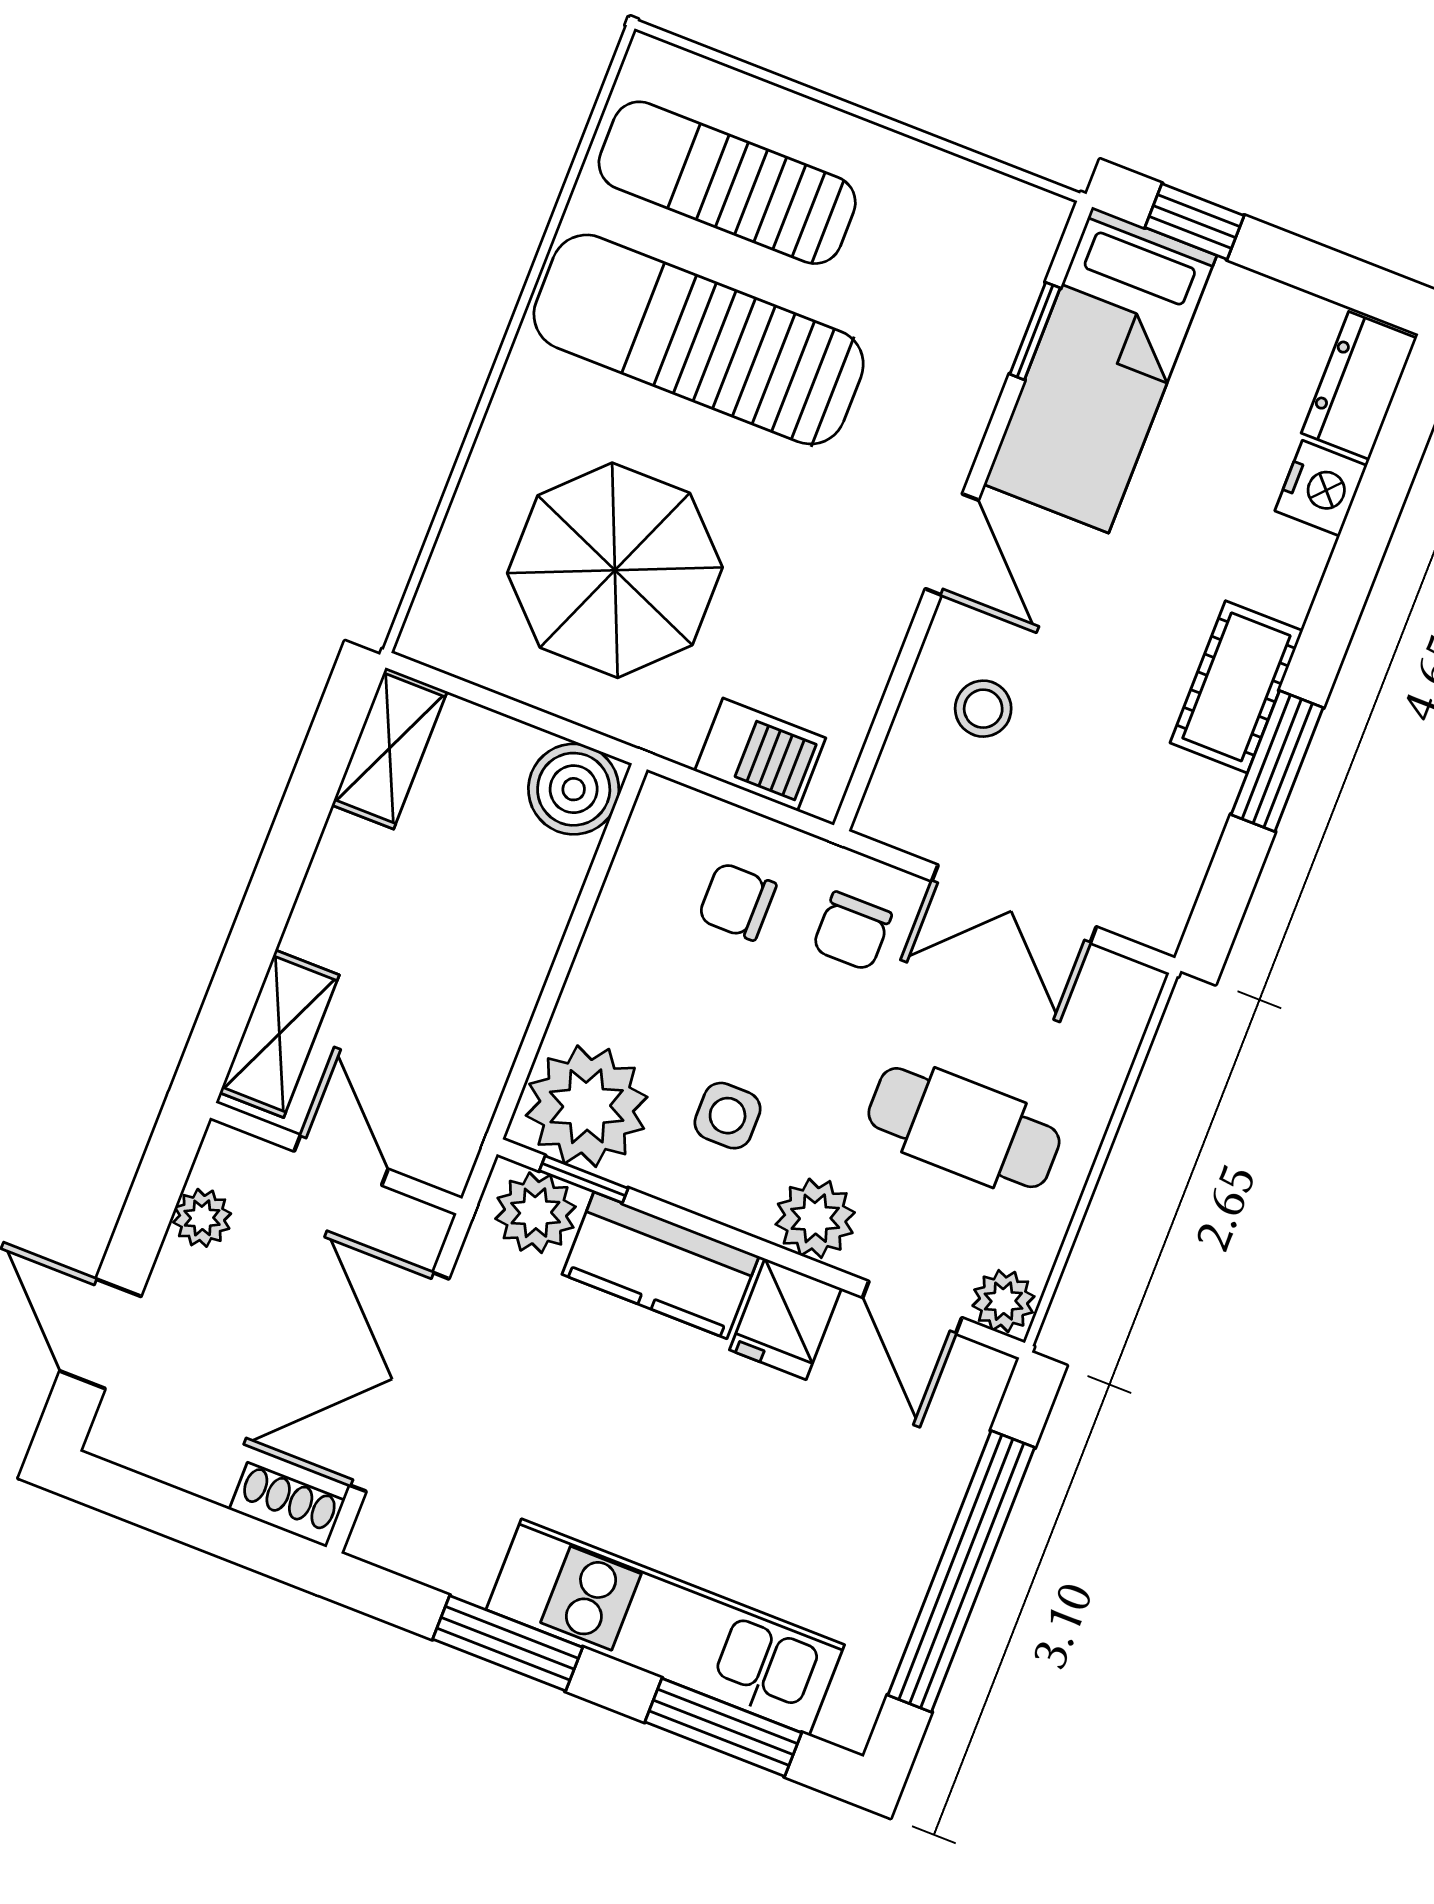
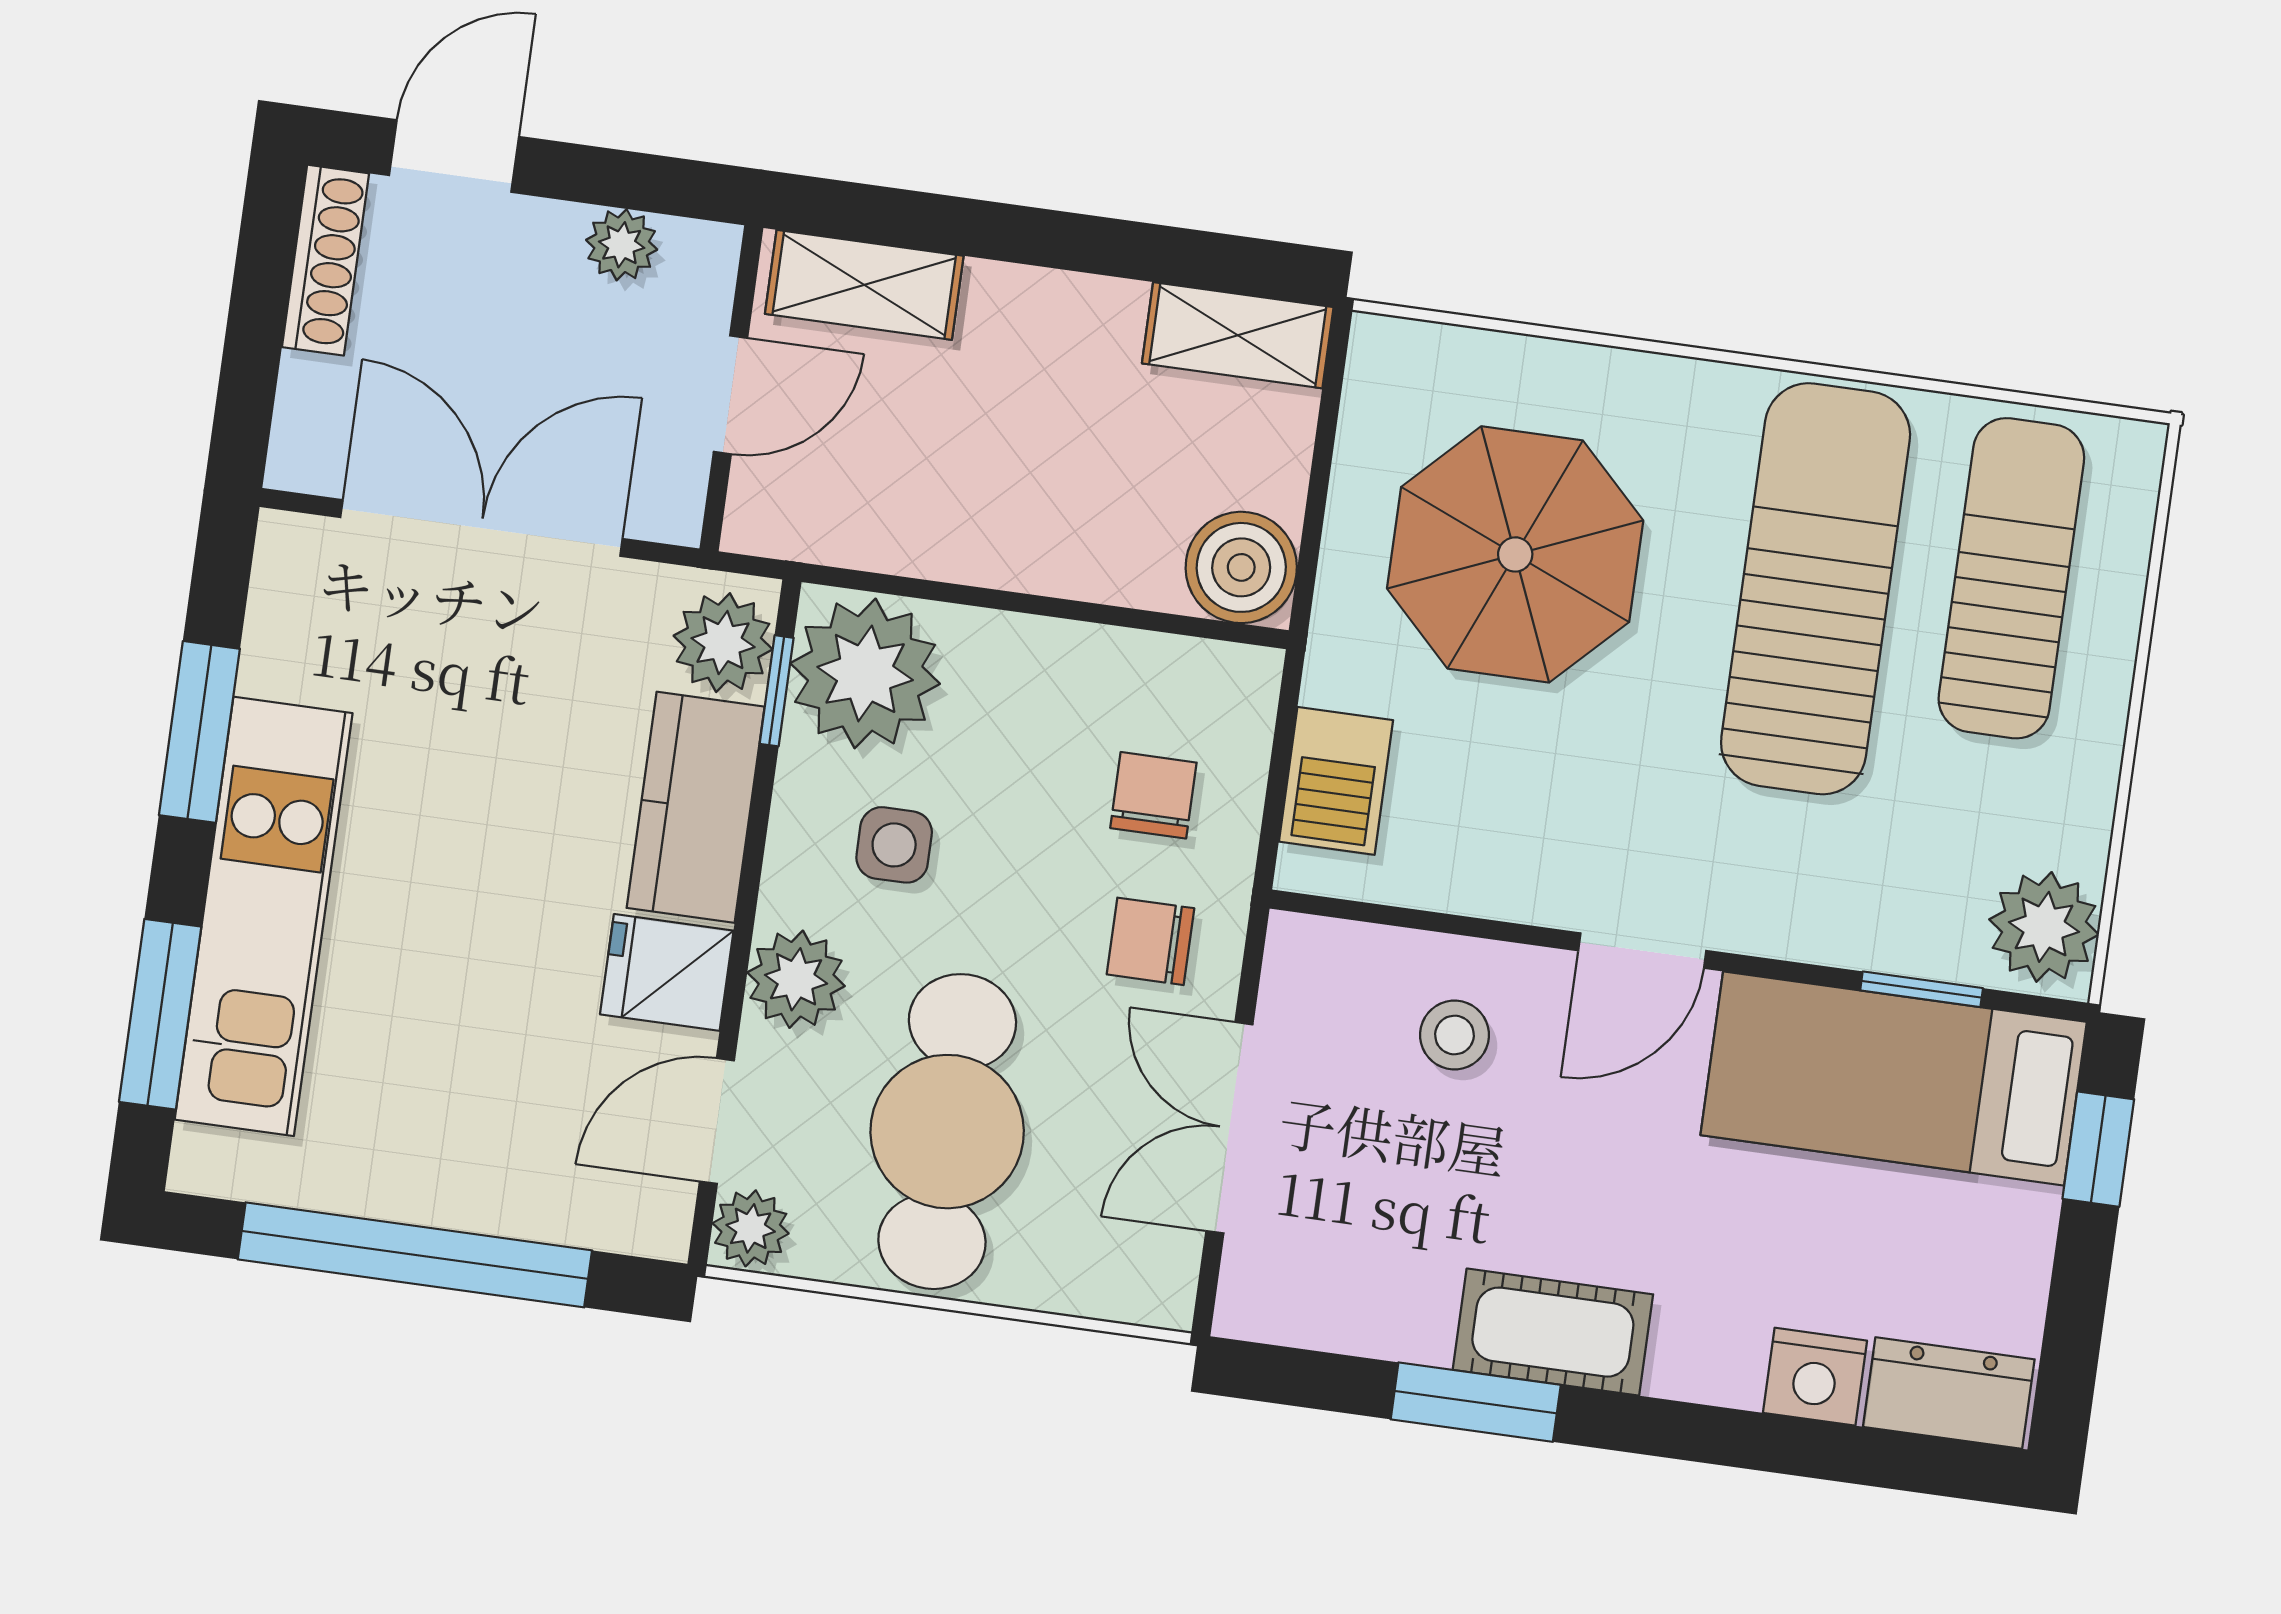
plant: (1009, 223) -> (2044, 927), added
cafe table: (964, 1128) -> (947, 1132), width x1.37, depth x1.35
shoe rack: (287, 1505) -> (325, 260), moved, width x1.43

